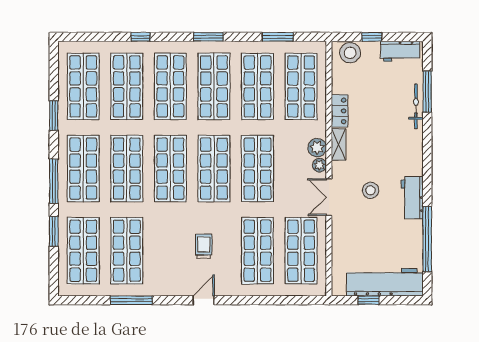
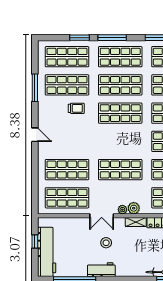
shop shelf: (214, 169) -> (120, 141), removed
double door: (329, 197) -> (102, 216), swing flipped
trolley: (204, 246) -> (76, 108), moved

